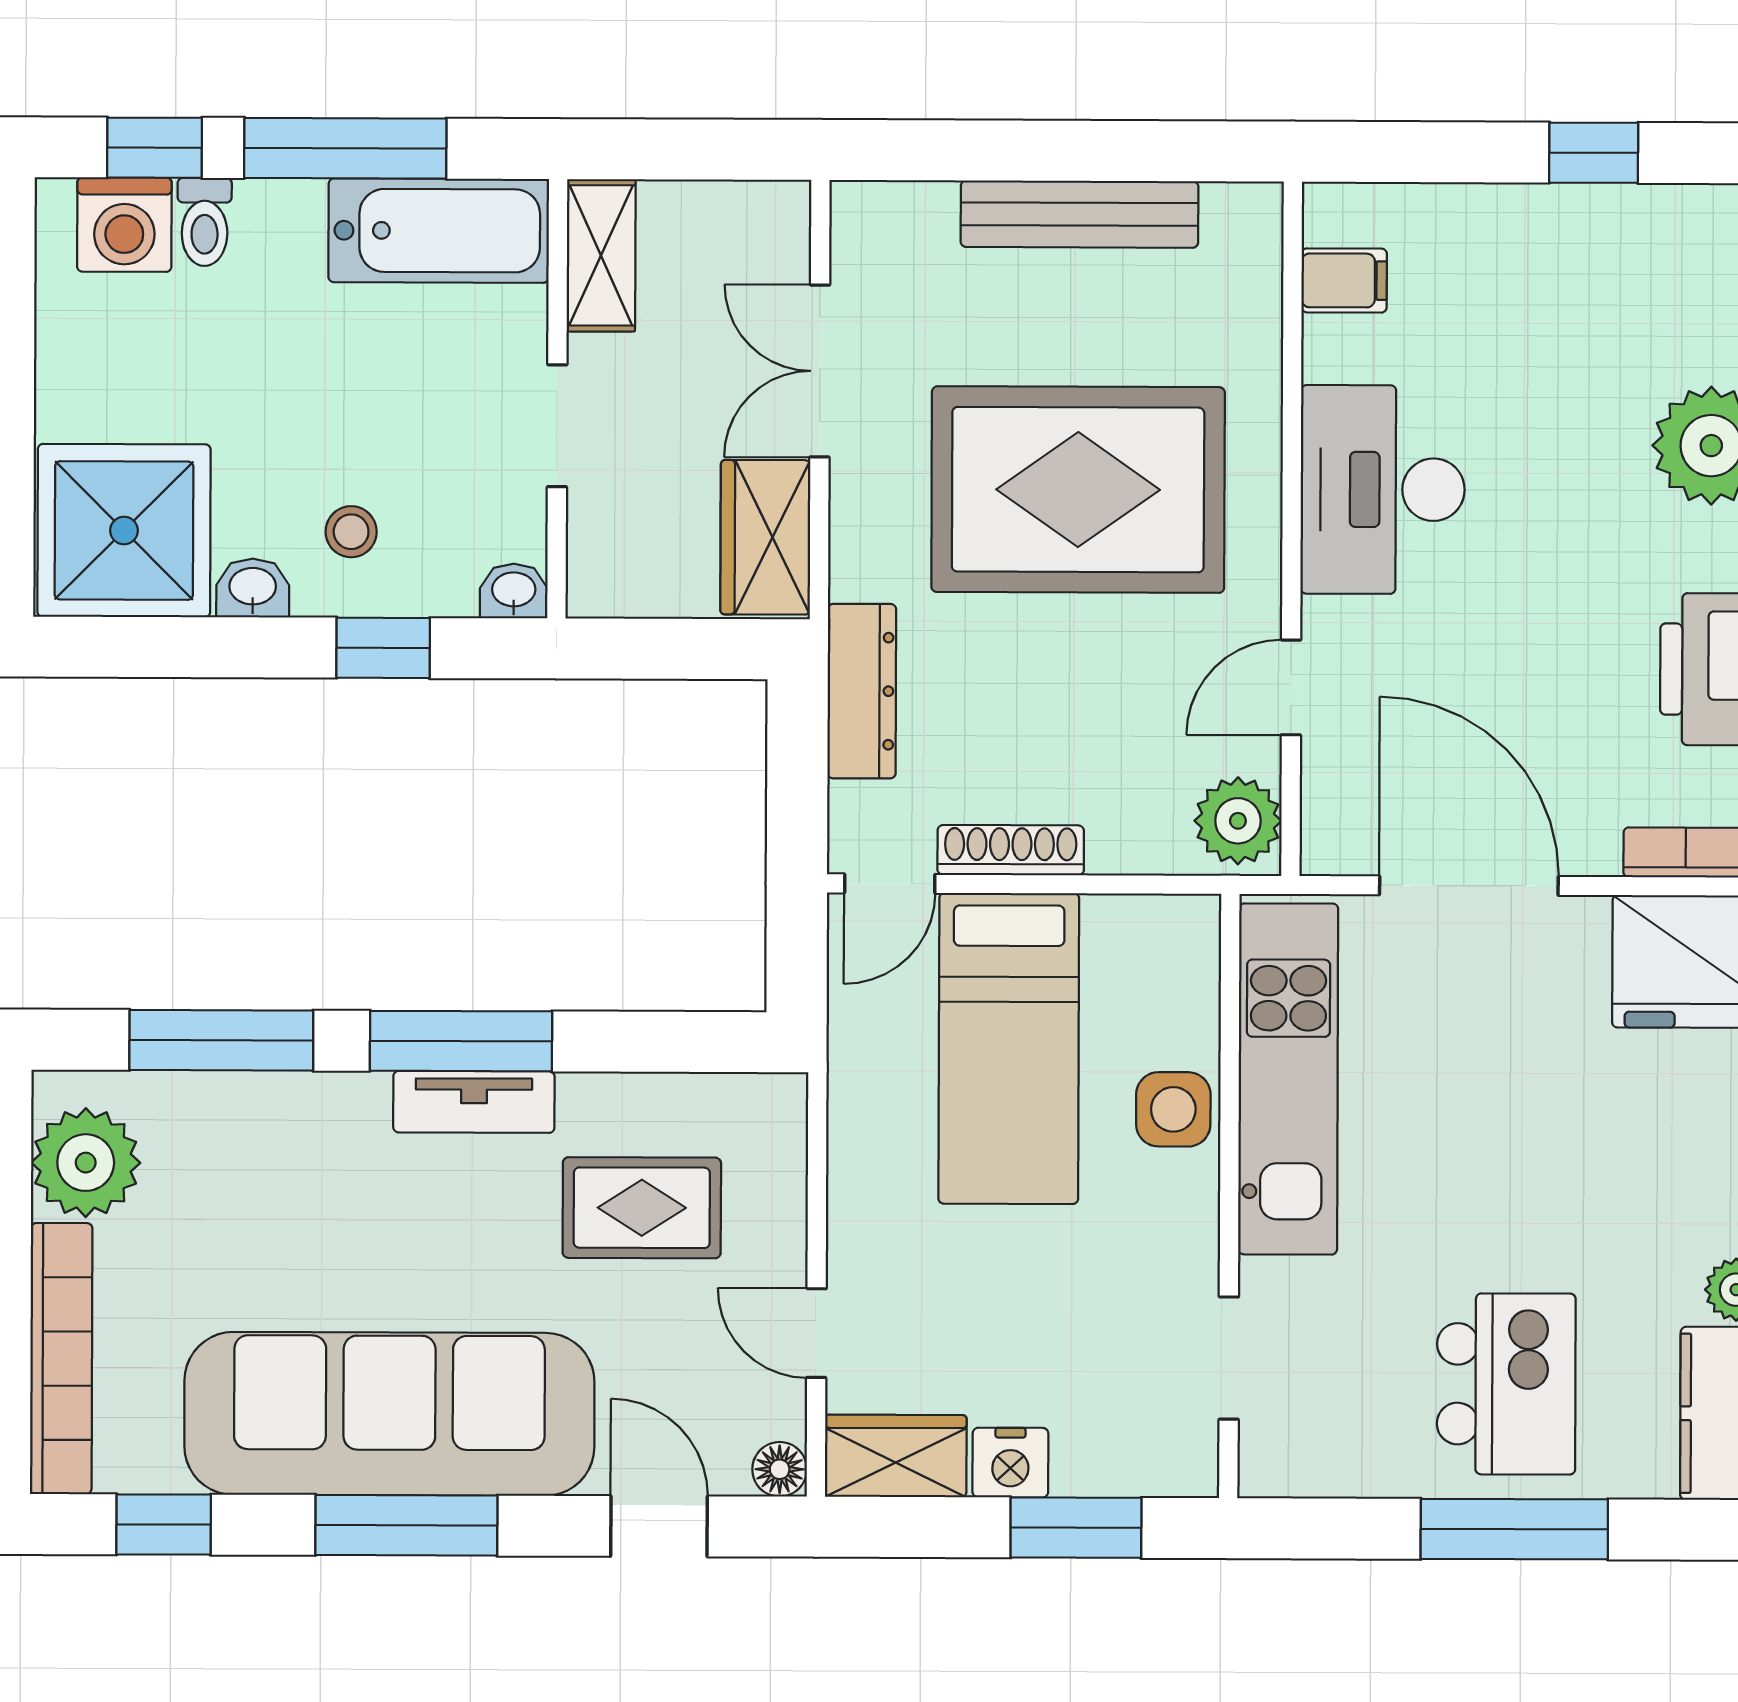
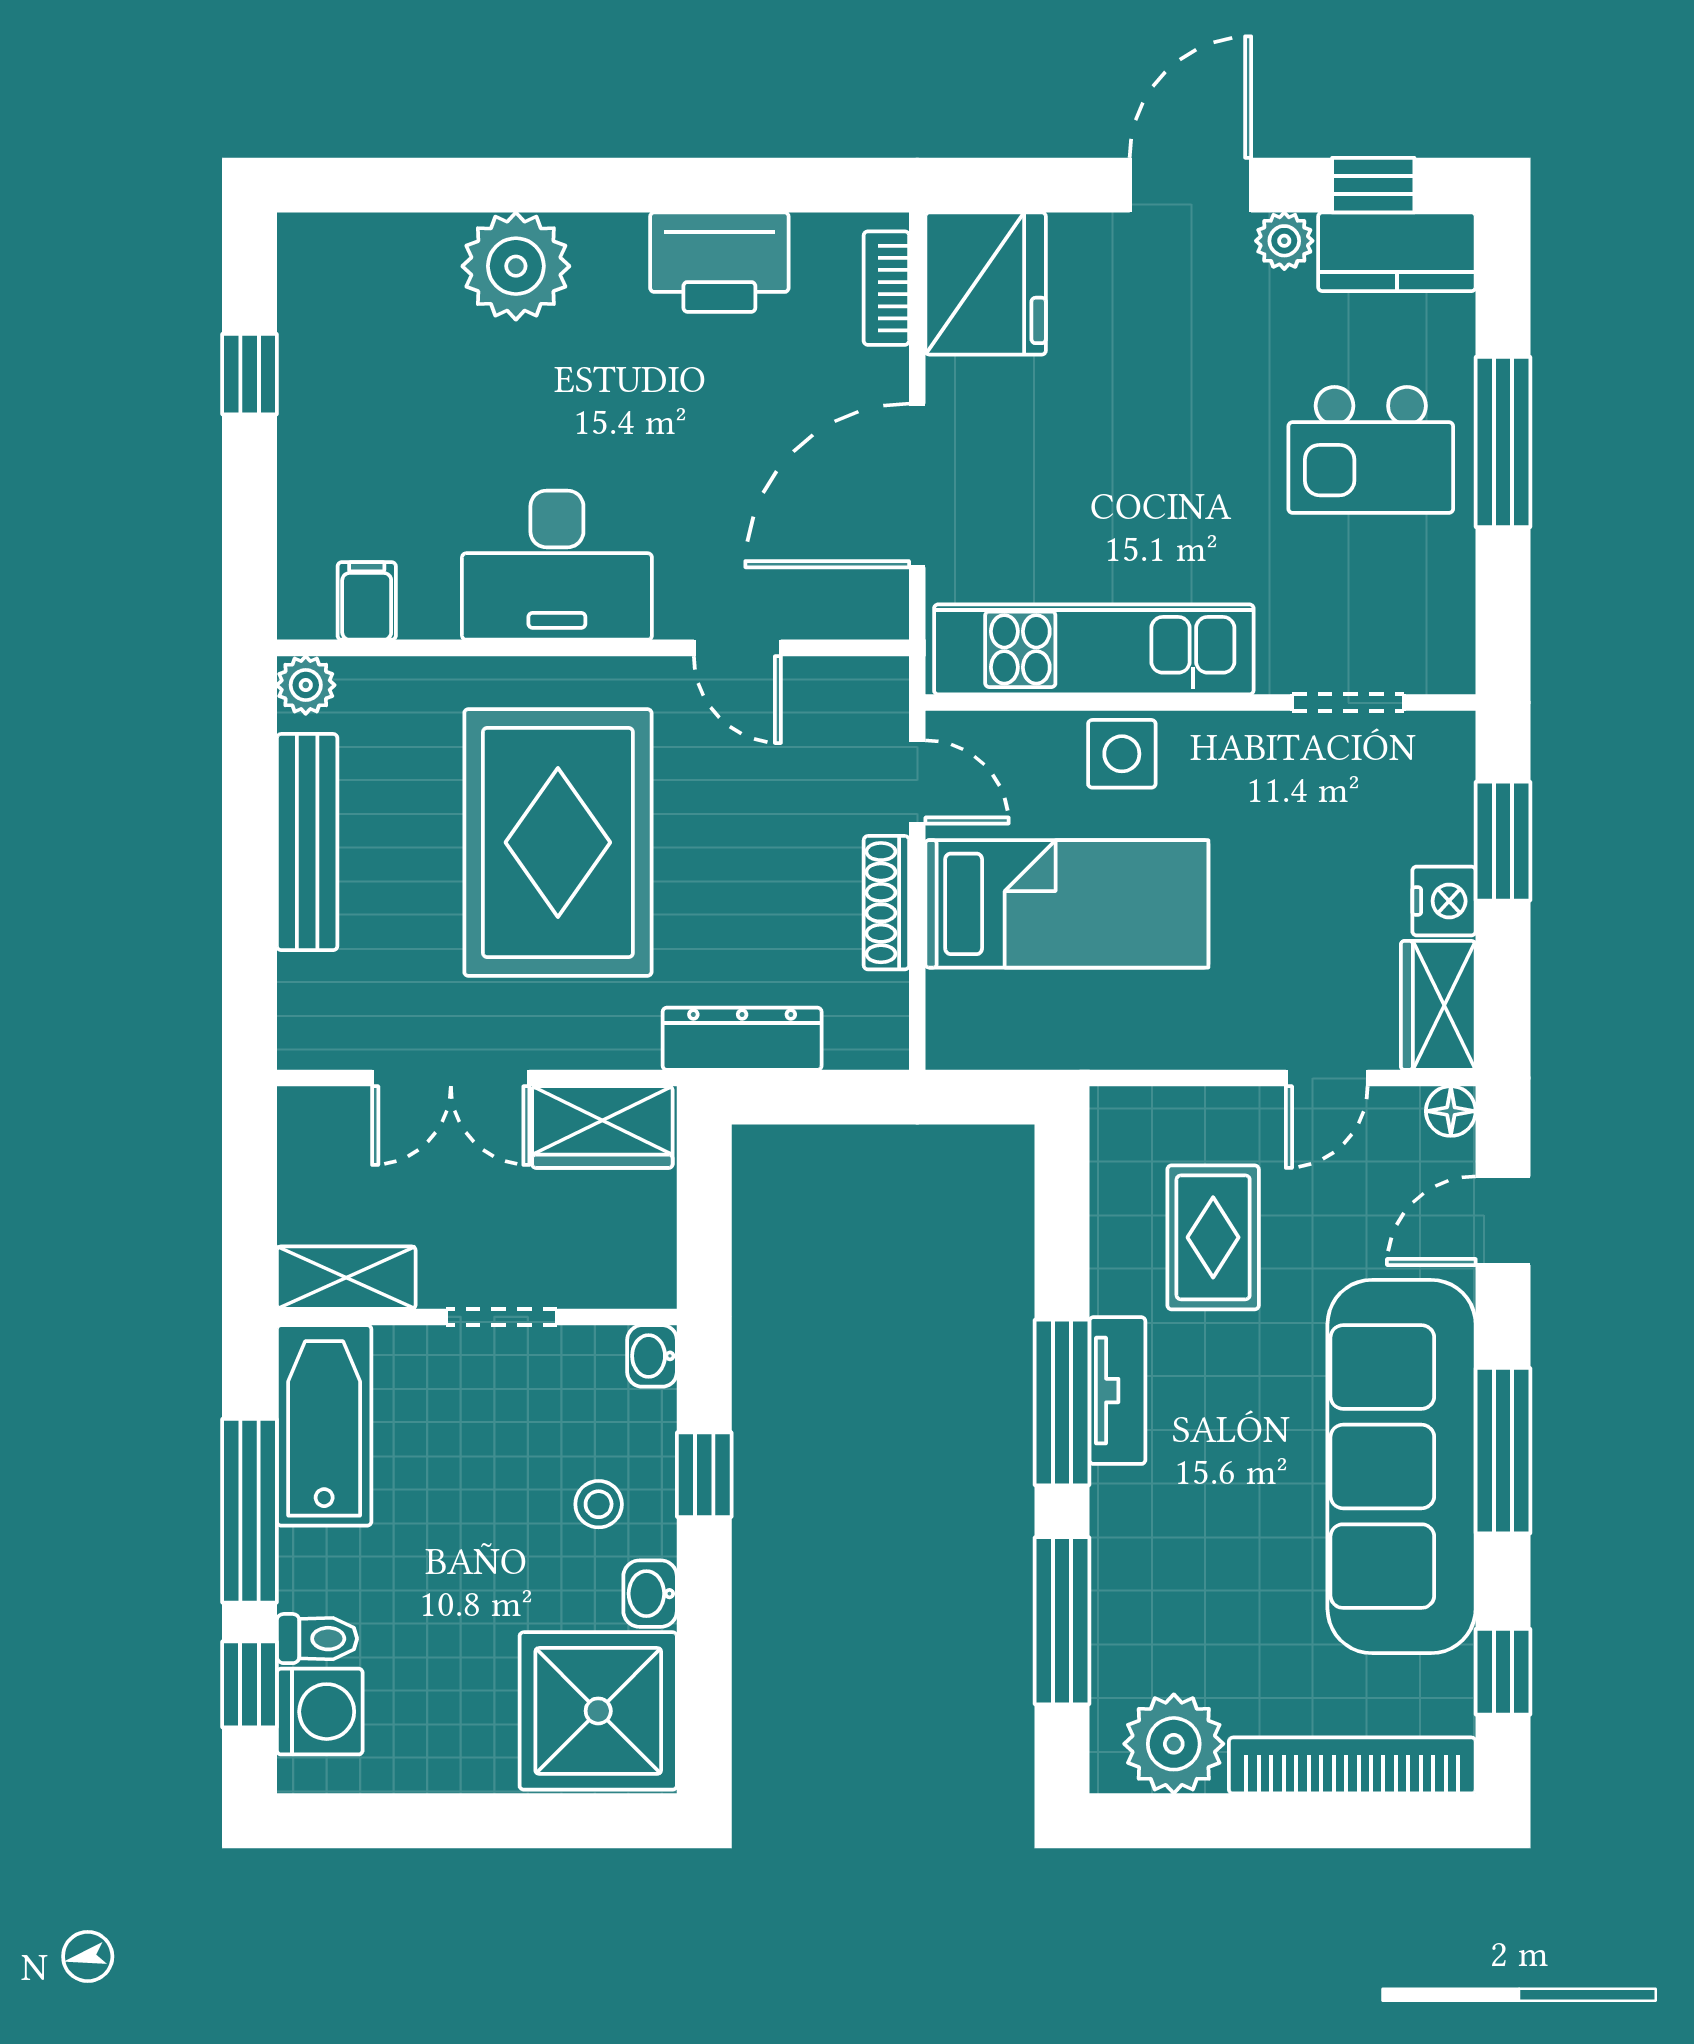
plant: (1238, 821) -> (306, 685), moved, width x0.73, depth x0.73
door: (890, 884) -> (917, 782), moved
kitchen island: (1506, 1384) -> (1371, 450), turned 180

